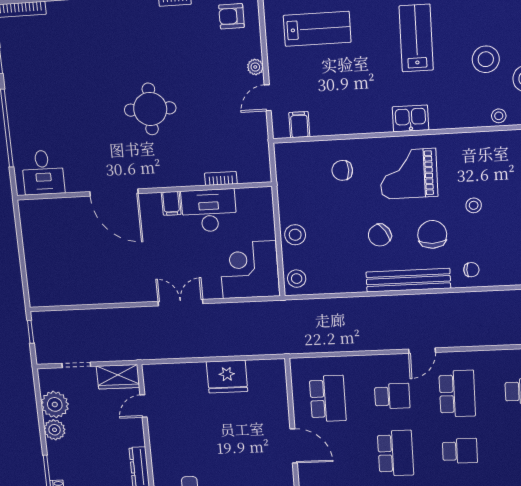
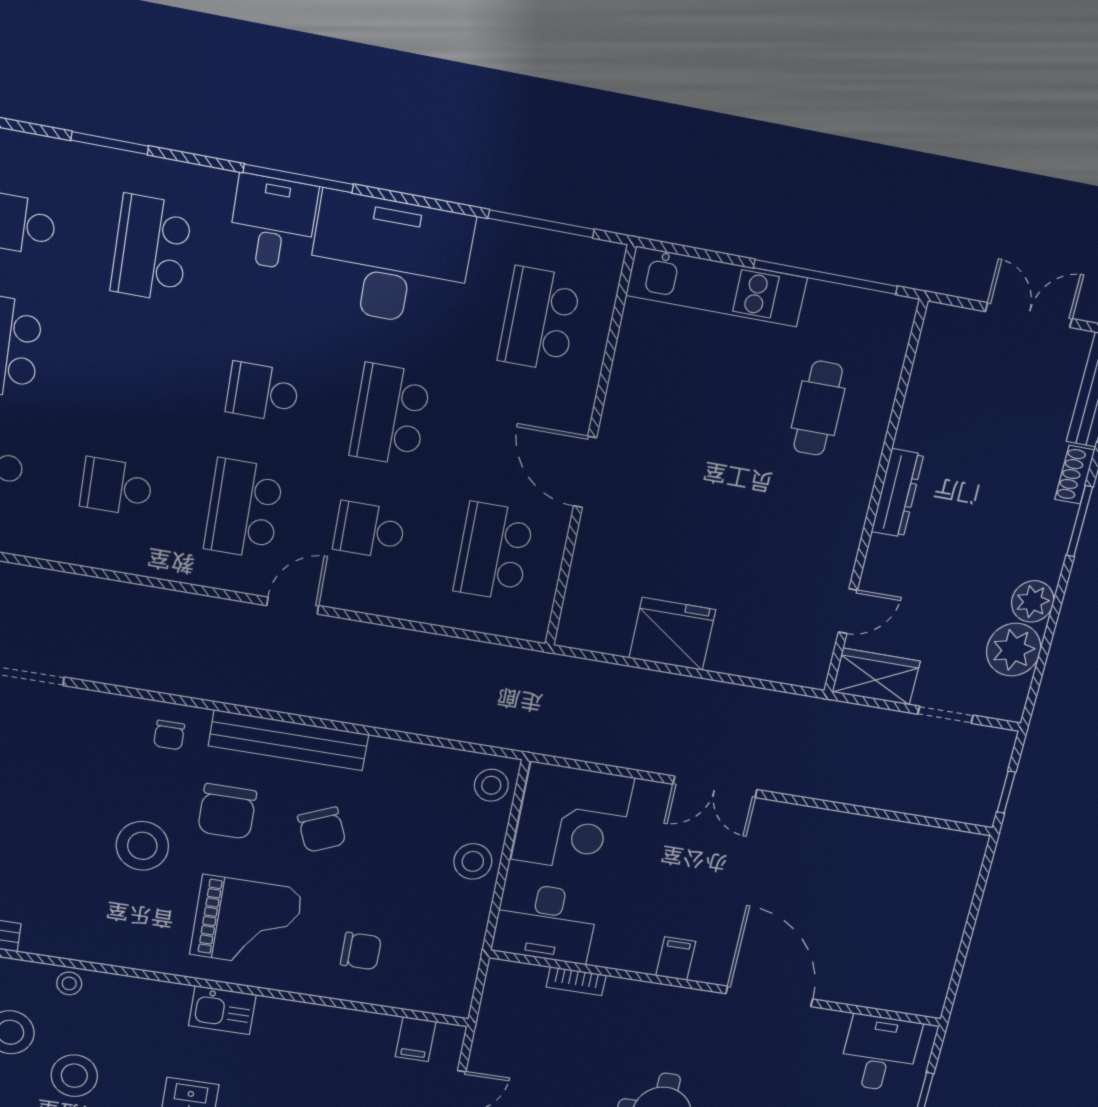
stool: (474, 205) -> (142, 846), width x1.89, depth x1.89
desk: (209, 211) -> (545, 923), moved
chair: (380, 235) -> (322, 830), turned 100
chair: (471, 270) -> (169, 735), turned -90

